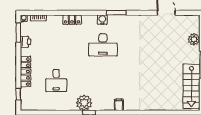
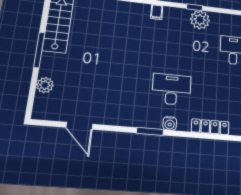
locker: (72, 20) -> (210, 127), width x1.53

